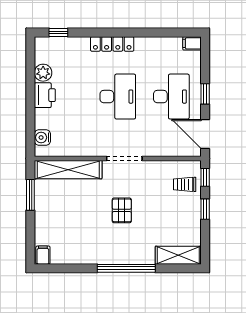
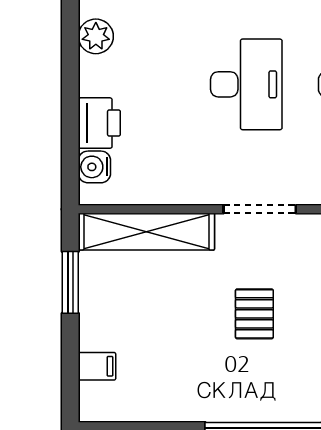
printer: (45, 95) -> (99, 123), moved
filing cabinet: (43, 255) -> (97, 366), moved, turned 90

